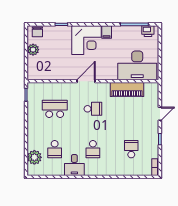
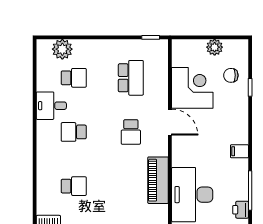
chair: (37, 32) -> (231, 75), moved
corner desk: (86, 40) -> (192, 88), moved, turned 180
school desk: (55, 149) -> (74, 78), turned 180

